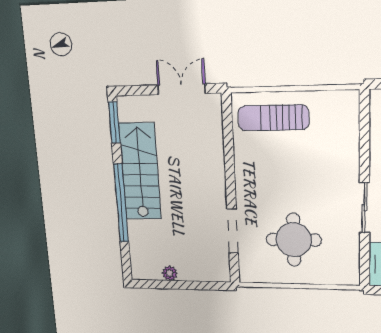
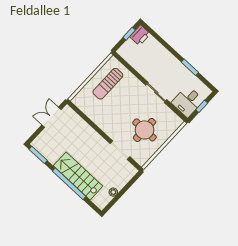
sun lounger: (273, 118) -> (108, 84), moved
stairs: (140, 171) -> (78, 176), moved

